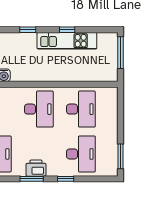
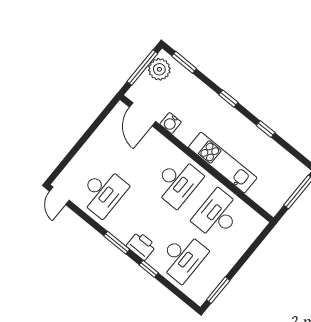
kitchen unit: (67, 41) -> (223, 163), moved, turned 180
desk: (81, 109) -> (217, 215), turned 180
printer: (36, 168) -> (141, 246), moved

